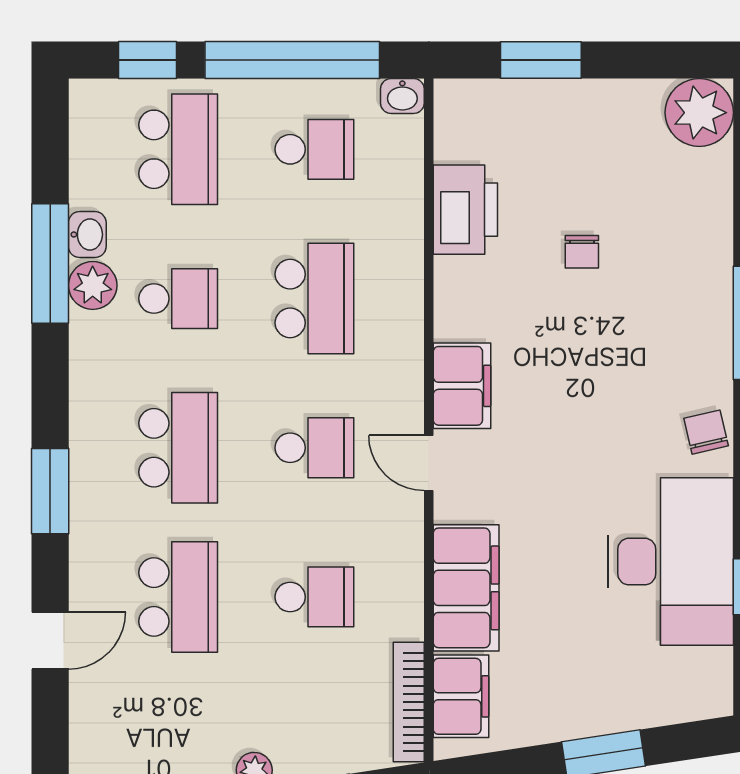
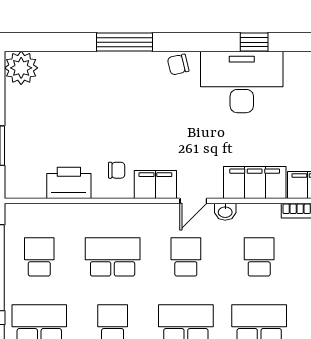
washbasin: (402, 96) -> (225, 212), moved, turned 90
chair: (582, 252) -> (117, 170), moved

